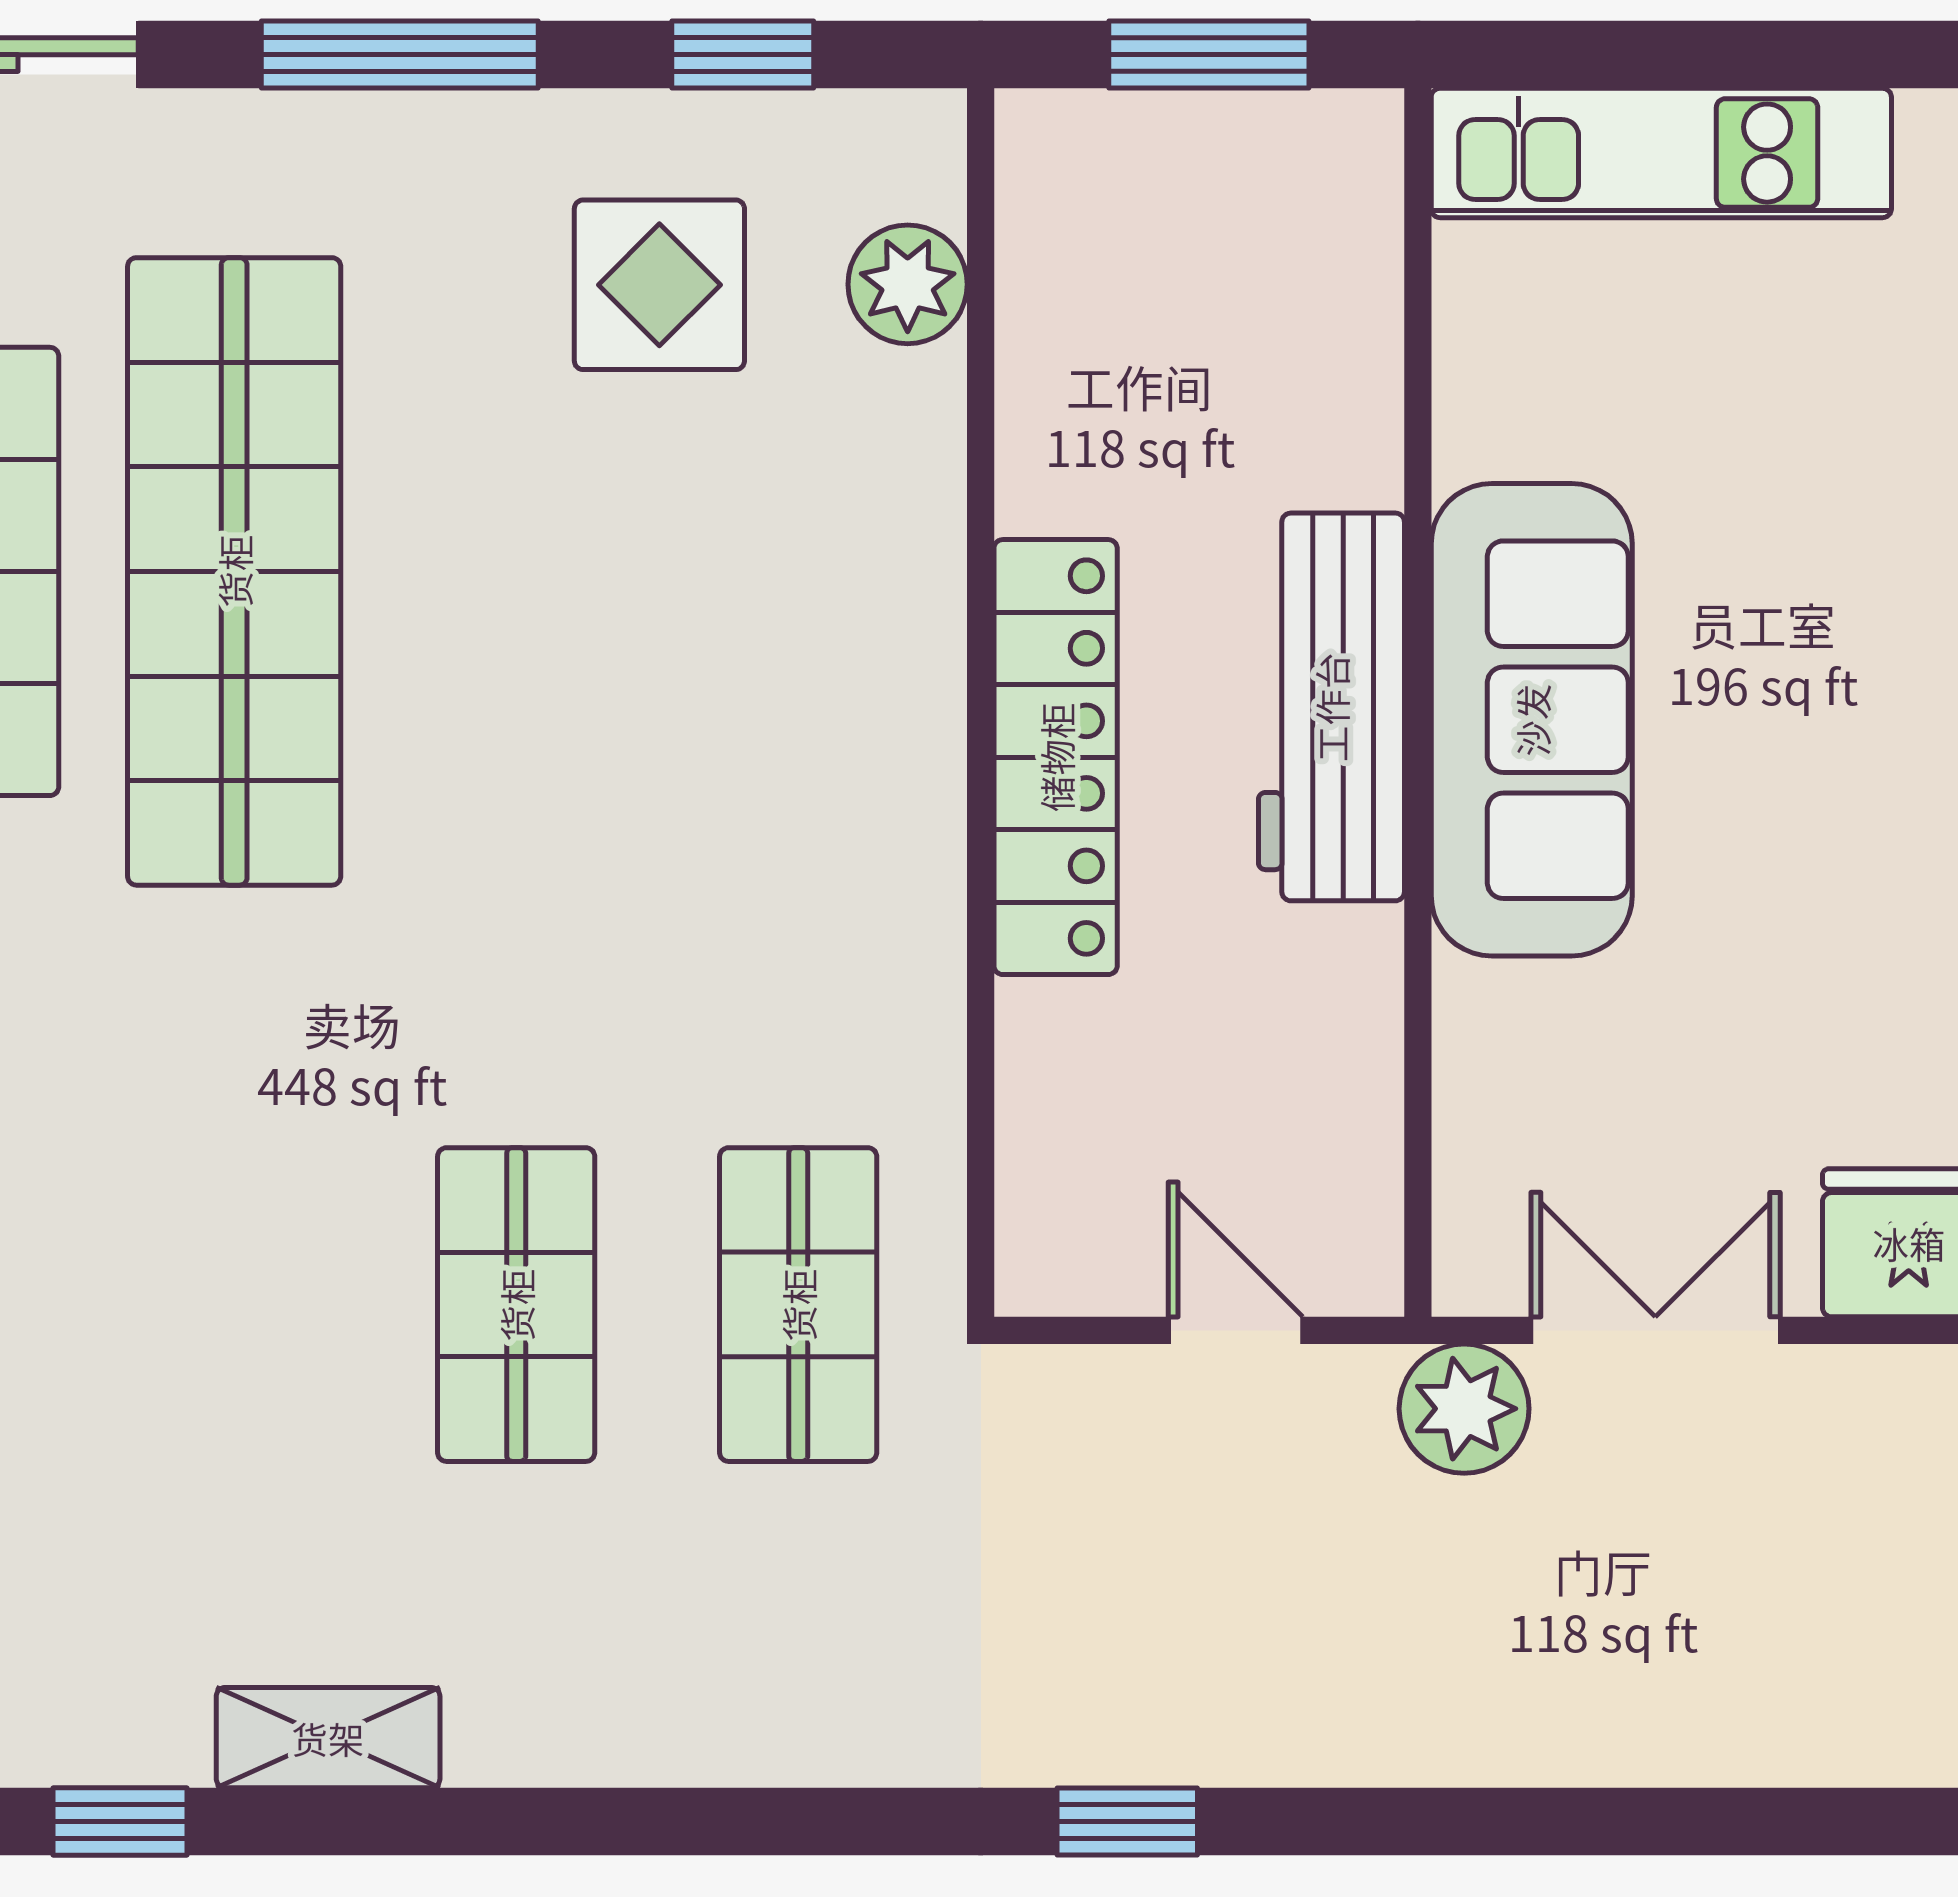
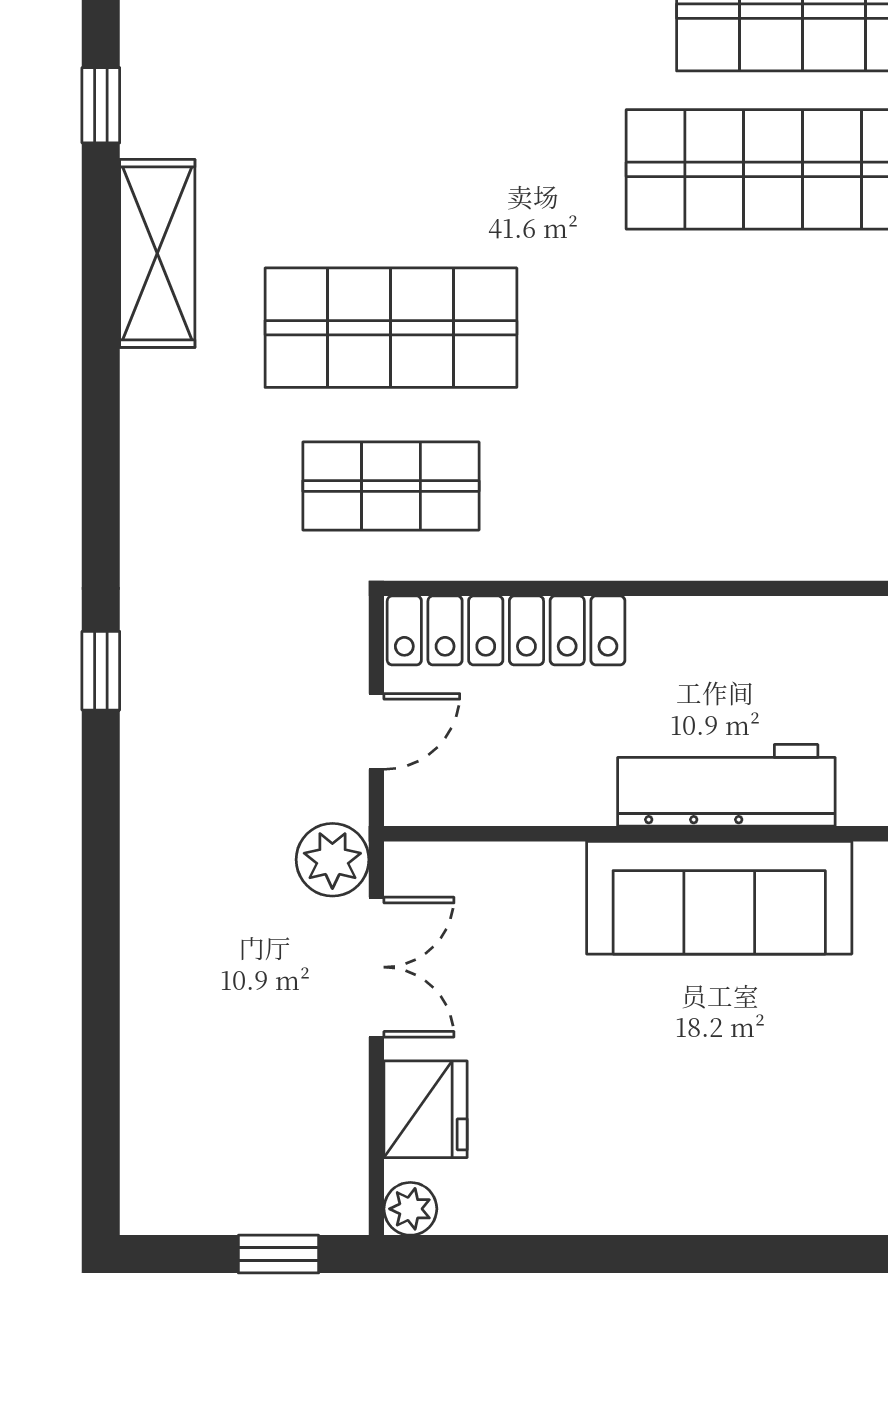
locker: (1056, 757) -> (506, 630), moved
shop shelf: (516, 1305) -> (391, 328), width x1.43, depth x1.36
shelving: (328, 1738) -> (157, 253), width x1.50, depth x1.33

